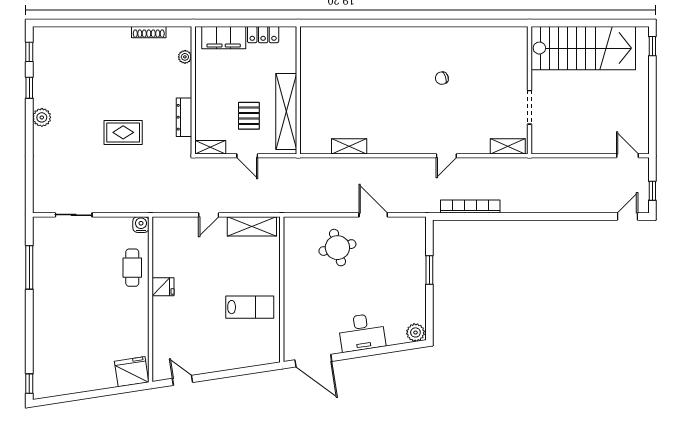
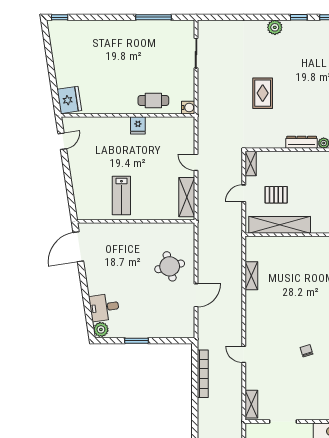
dresser: (184, 117) -> (302, 142), moved
window: (429, 270) -> (136, 341), moved
desk: (362, 332) -> (104, 307), moved, width x0.73

